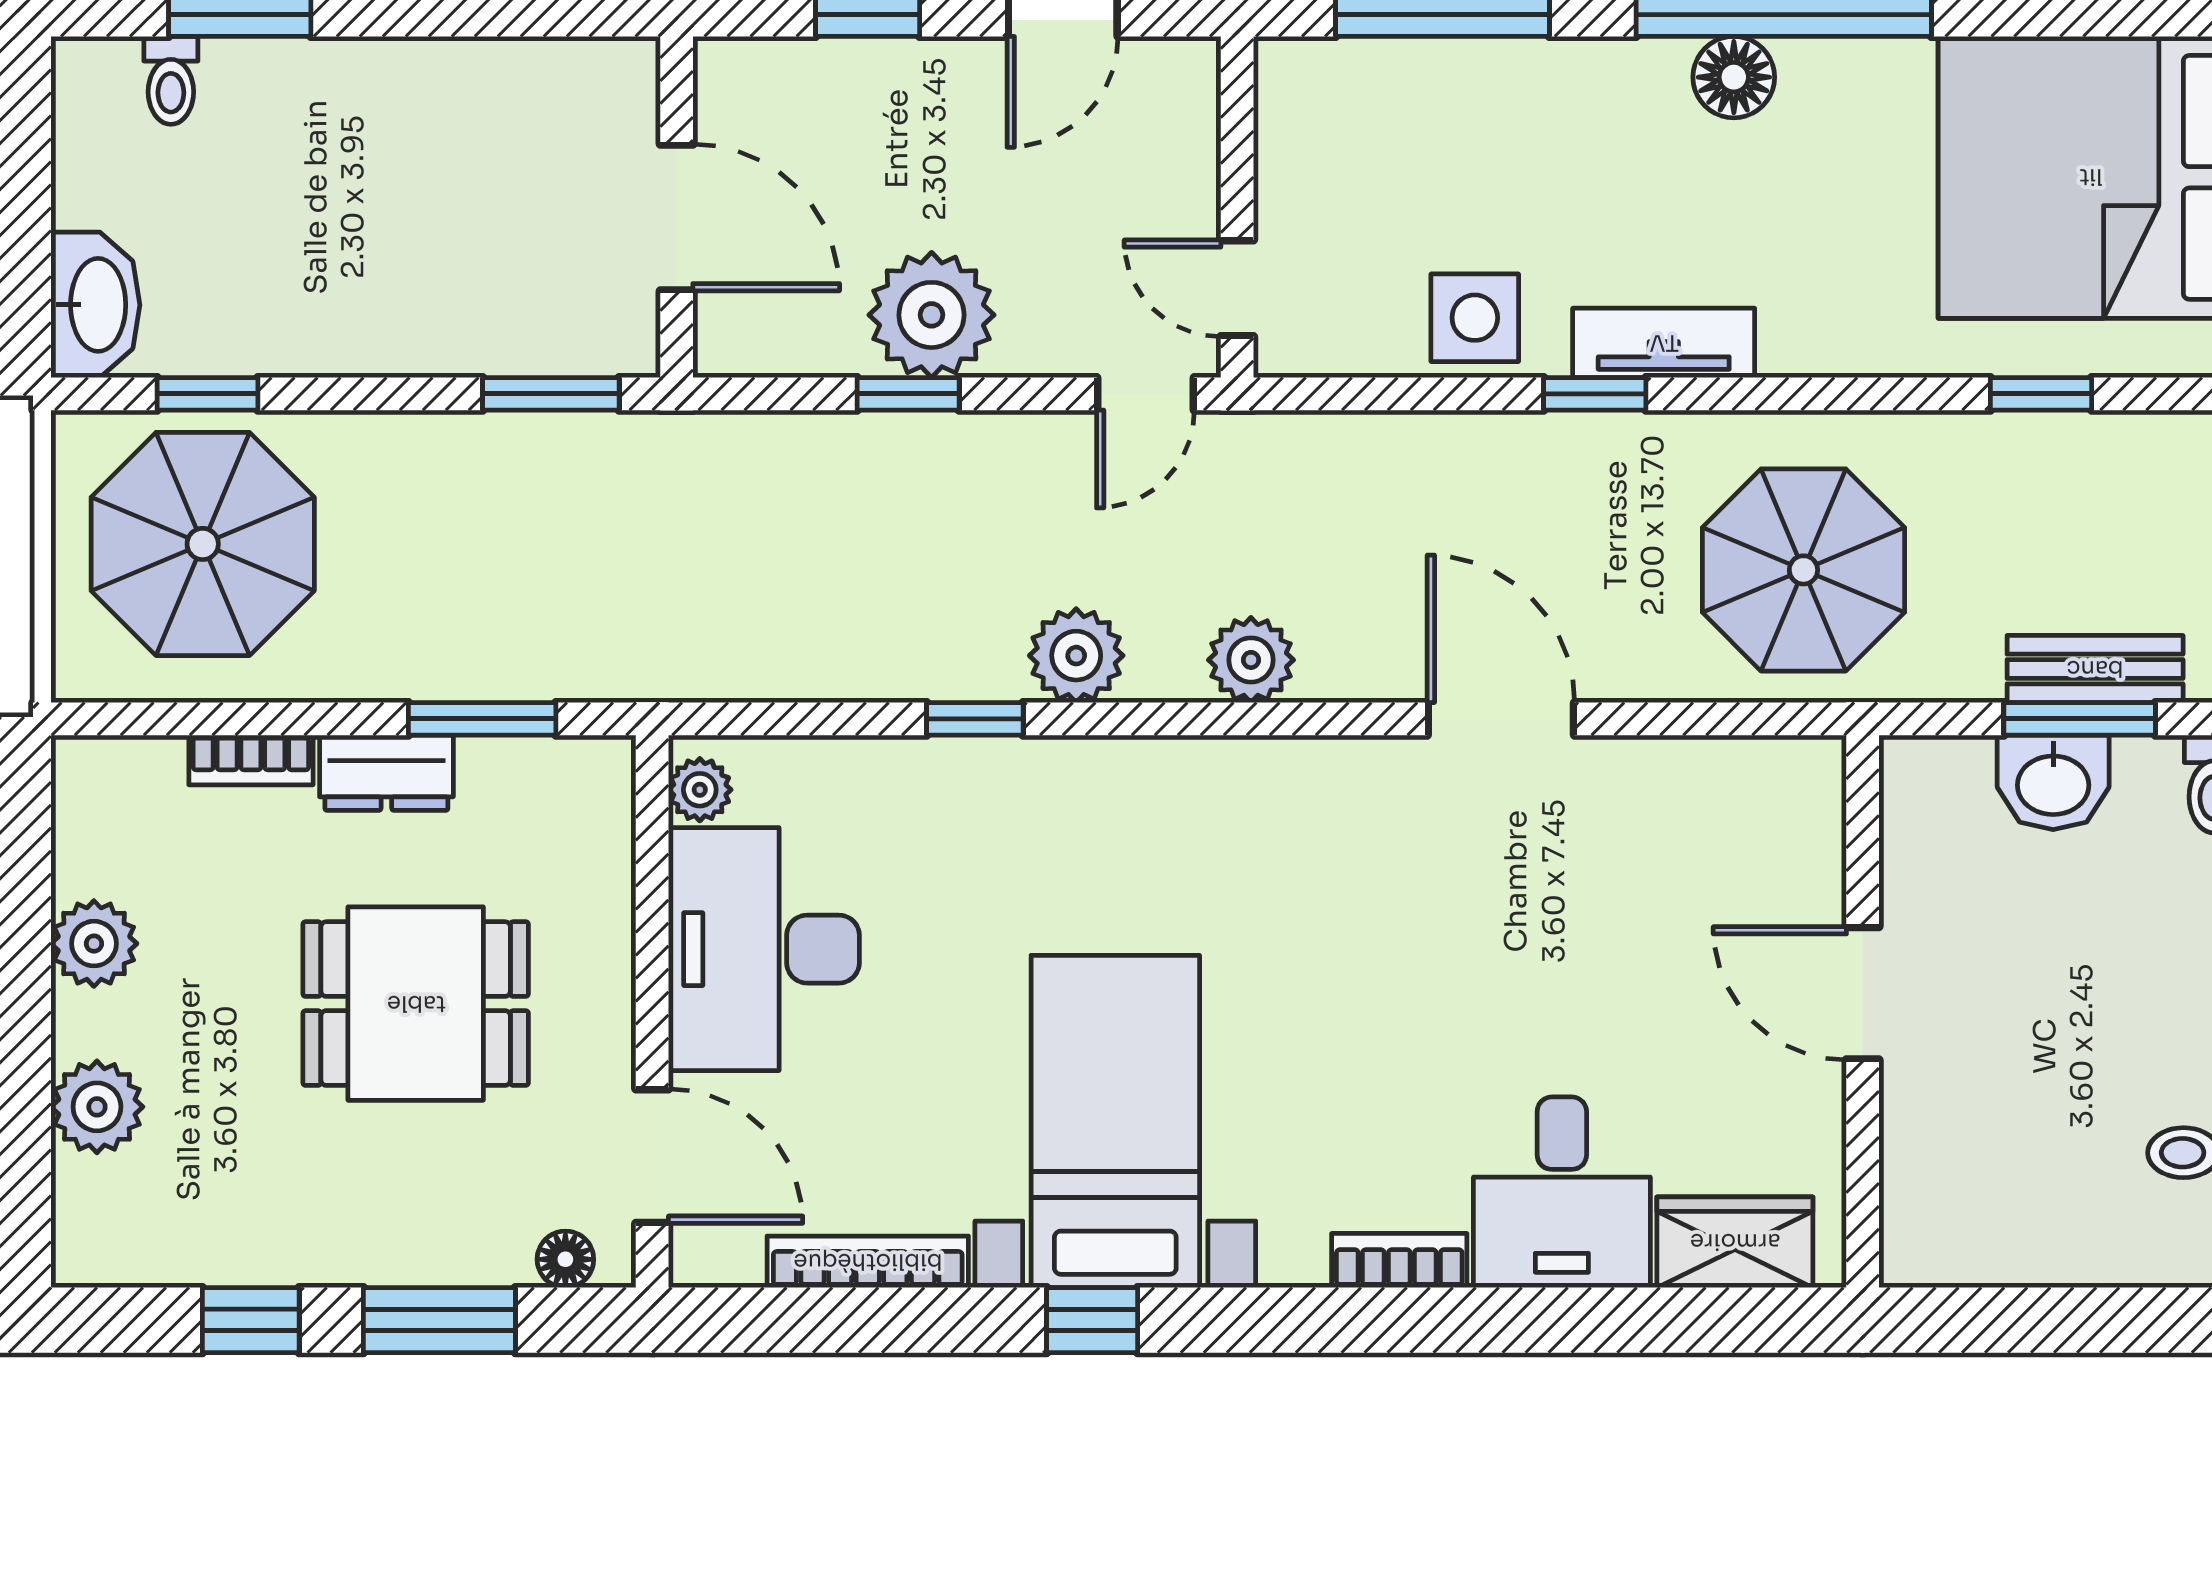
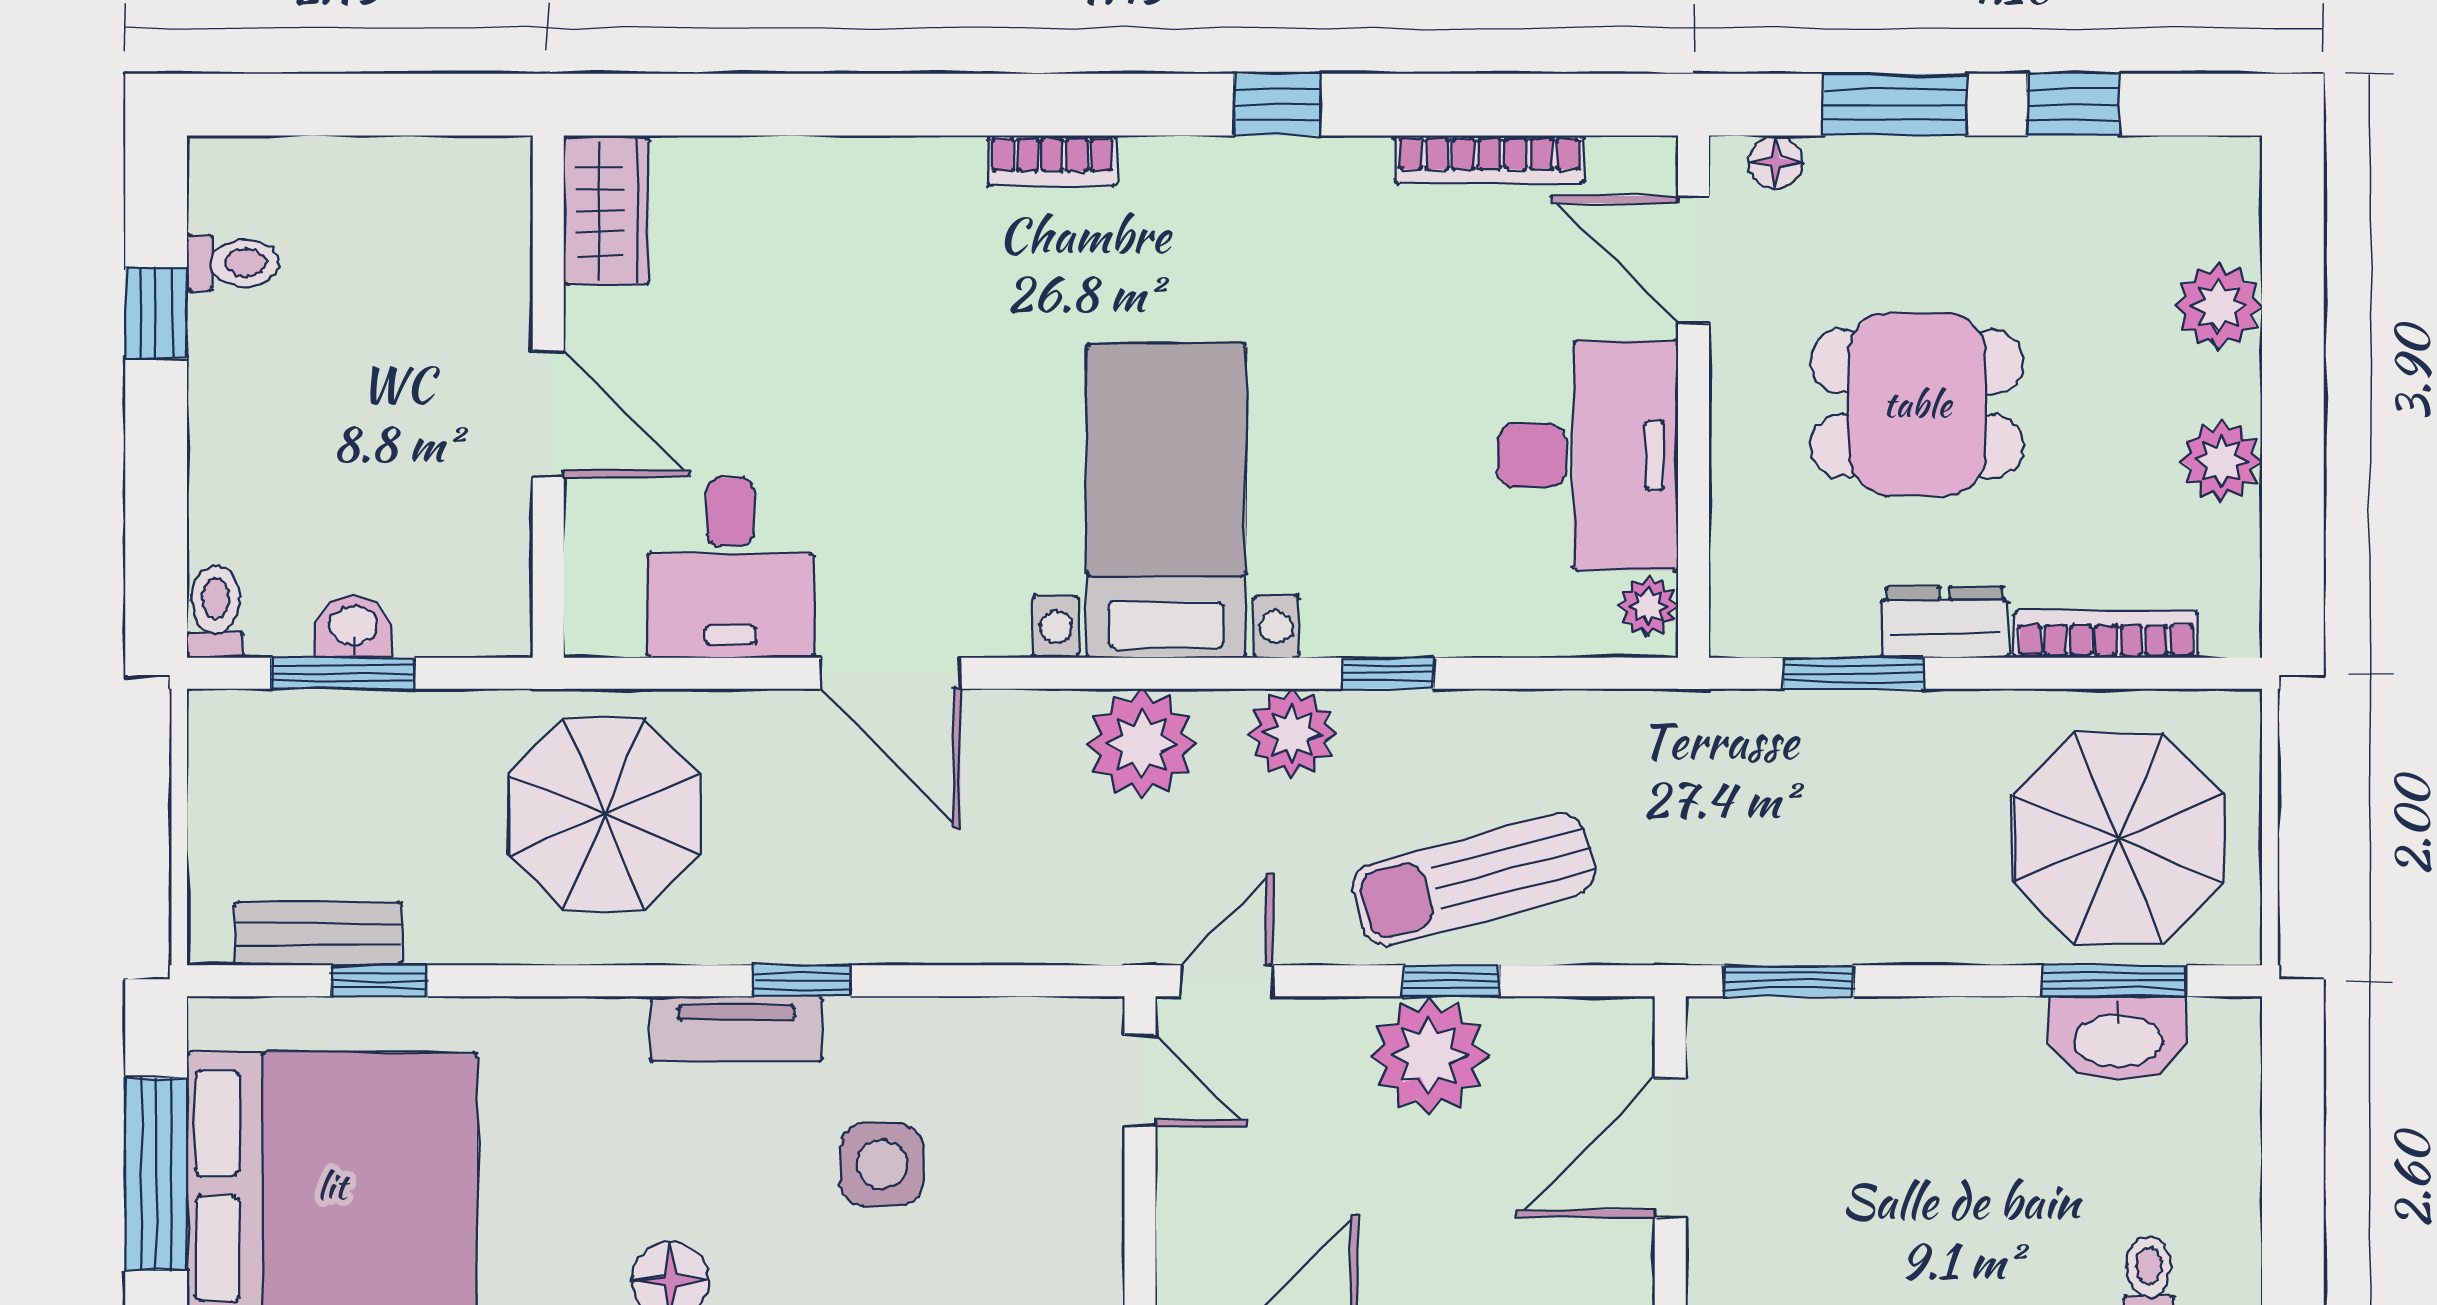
door: (677, 217) -> (1670, 1148), hinge flipped
washbasin: (95, 305) -> (2118, 1038), moved, turned -90
side table: (1475, 318) -> (882, 1164), moved
window: (207, 394) -> (2114, 981), width x1.50
sun lounger: (884, 501) -> (1474, 879), added
plant: (1251, 660) -> (1142, 744), width x1.36, depth x1.36
bench: (2095, 669) -> (318, 934), moved
bookcase: (251, 760) -> (2106, 634), width x1.56
washbasin: (2053, 782) -> (353, 627), width x0.72, depth x0.69
bed with nightstands: (1115, 1121) -> (1166, 501), moved, turned 180
desk: (1562, 1192) -> (730, 568), moved, turned 180
wardrobe: (1735, 1242) -> (606, 211), moved, turned -90
bookcase: (1399, 1260) -> (1052, 161), moved

